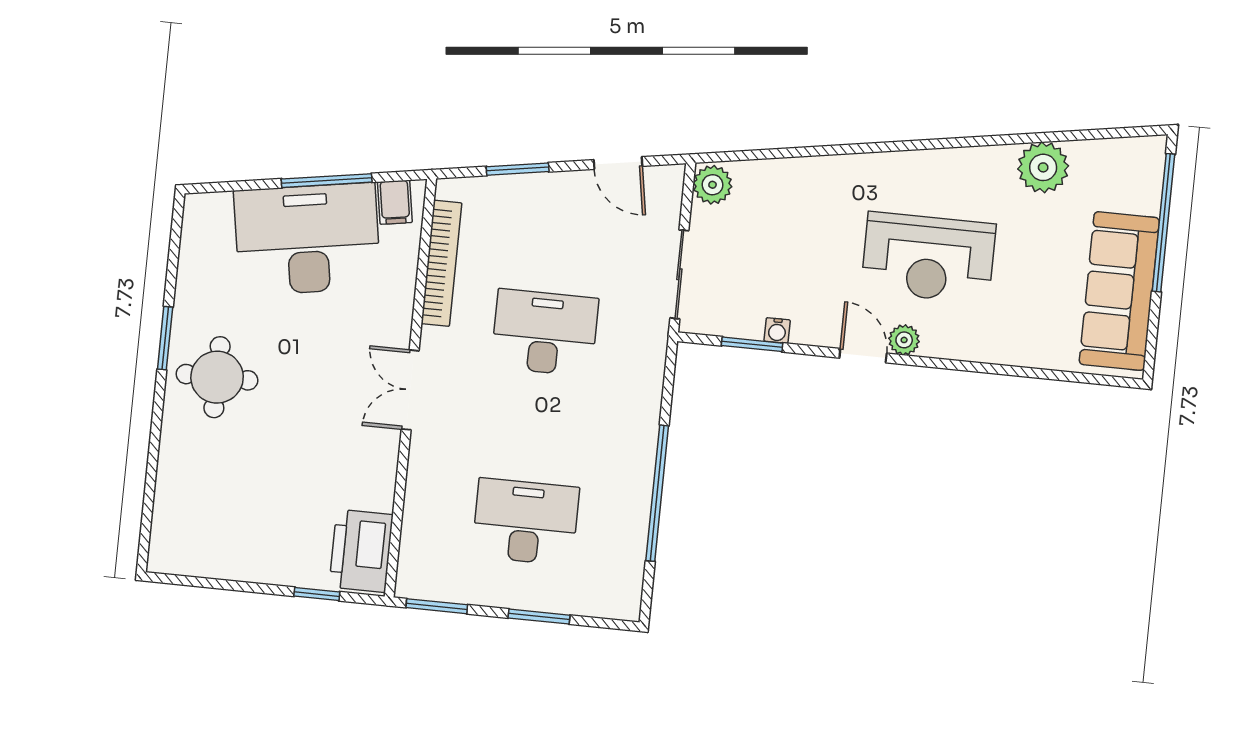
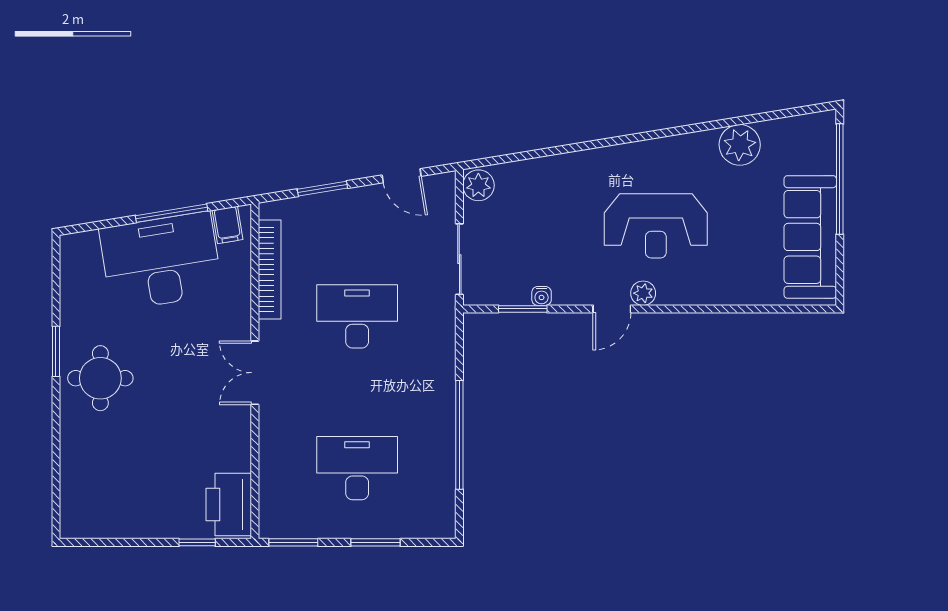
door: (863, 356) -> (612, 309), swing flipped

